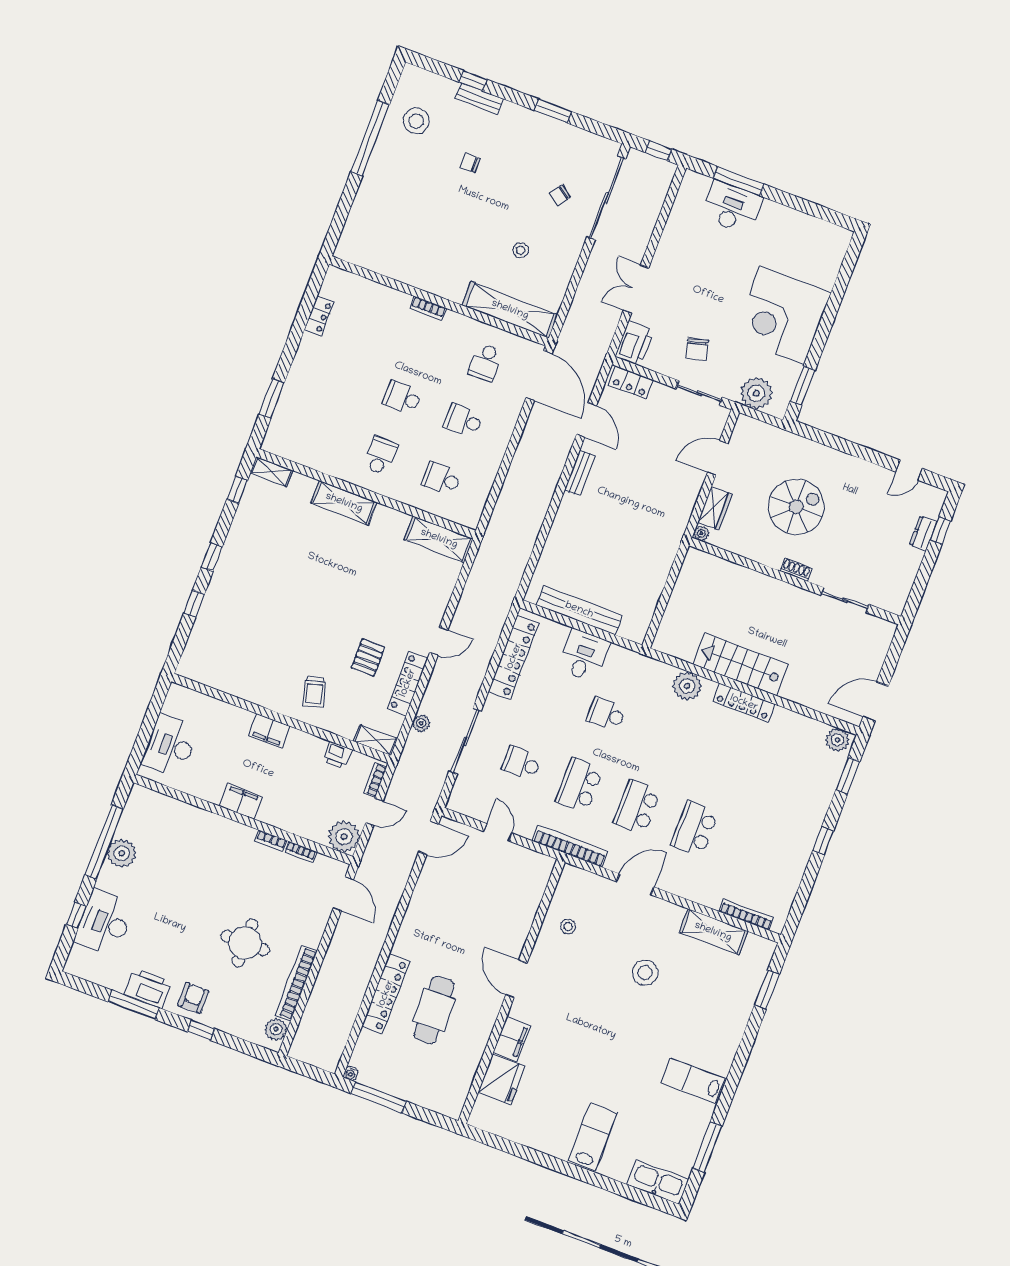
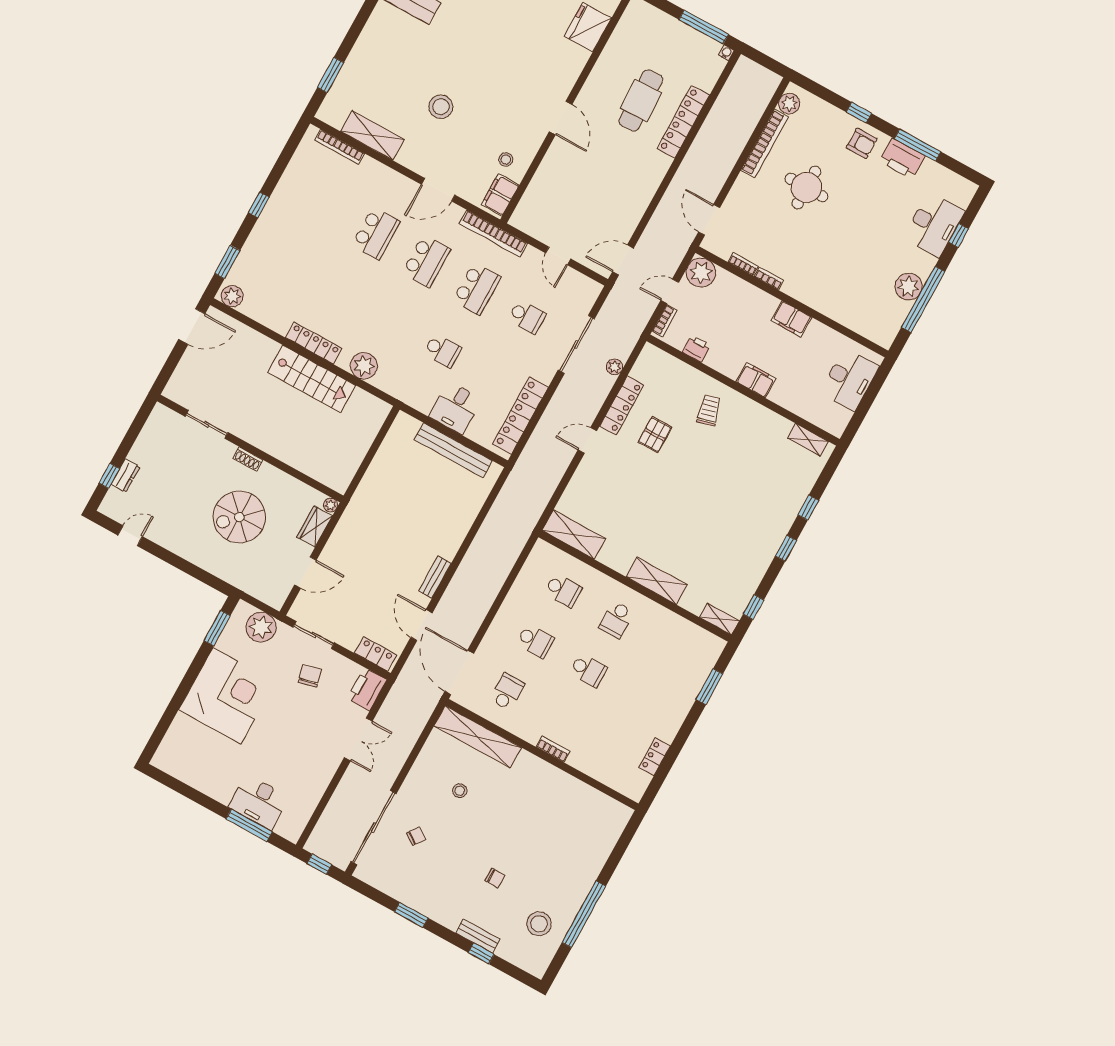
shelving: (376, 740) -> (808, 440), moved
armchair: (193, 998) -> (862, 143), turned -90
filing cabinet: (512, 1039) -> (500, 195), moved

